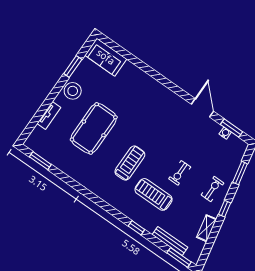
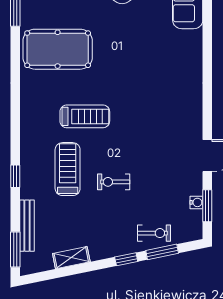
pool table: (94, 128) -> (58, 49), moved
exercise bike: (213, 189) -> (154, 233), moved
window: (225, 209) -> (126, 259), moved

